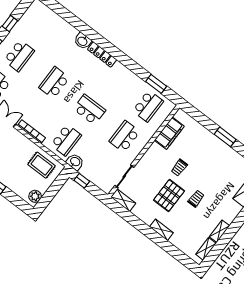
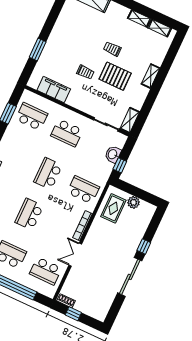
school desk: (54, 83) -> (29, 214), turned 90
window: (225, 137) -> (38, 50), moved
washbasin: (75, 162) -> (113, 154), moved
plant: (35, 196) -> (133, 202), moved

